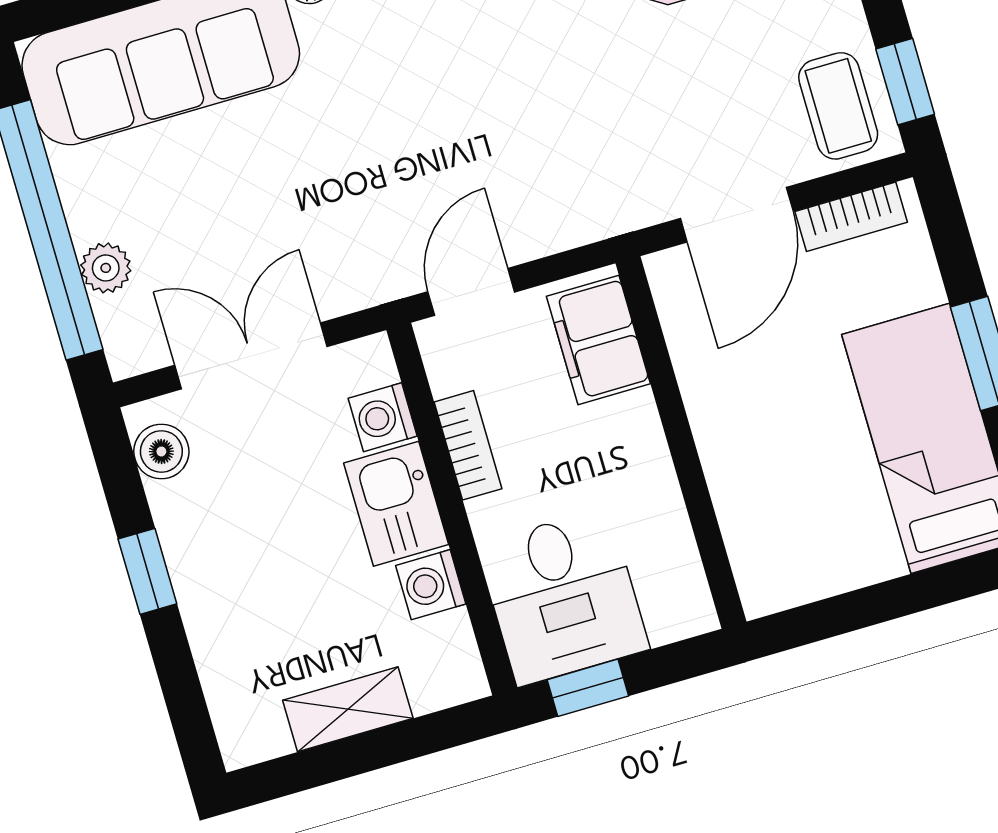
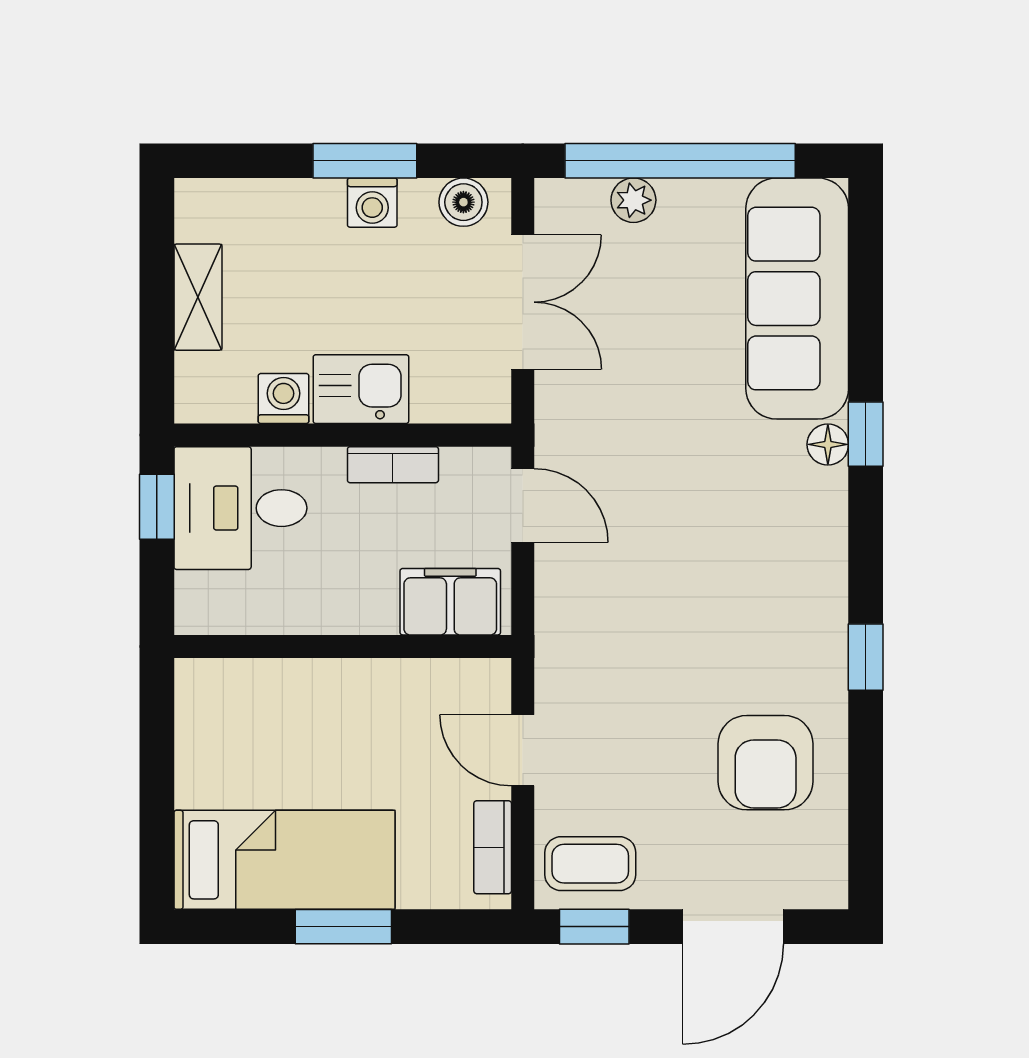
door: (737, 215) -> (523, 750), width x0.73
washing machine: (383, 417) -> (372, 203), moved, turned 180
window: (147, 571) -> (365, 161), width x1.50

